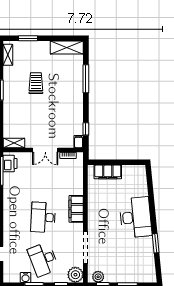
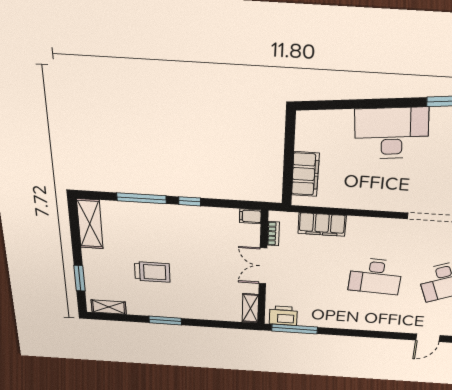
trolley: (36, 83) -> (152, 272), turned 180
window: (86, 129) -> (190, 201), moved
double door: (45, 150) -> (263, 266), swing flipped
filing cabinet: (76, 209) -> (322, 224), moved

